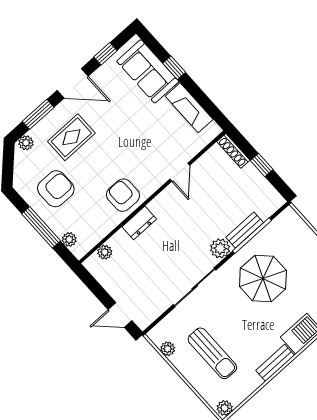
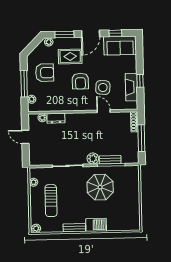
window: (174, 68) -> (140, 81), moved
sofa: (148, 71) -> (120, 46), moved, turned -90
door: (73, 83) -> (91, 34), hinge flipped
side table: (151, 141) -> (103, 87), added
window: (262, 165) -> (141, 138), width x2.17
door: (180, 172) -> (104, 111), swing flipped
armchair: (123, 195) -> (80, 81), moved, turned 180
dresser: (139, 223) -> (56, 118), moved
door: (120, 315) -> (25, 137), moved

